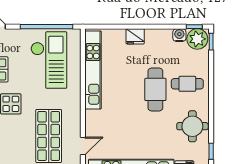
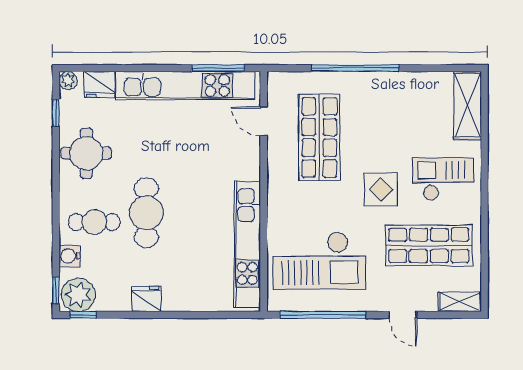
water cooler: (179, 35) -> (70, 256), moved, turned 90
fridge: (135, 36) -> (146, 299), moved
checkout: (49, 60) -> (319, 261), turned -90
door: (83, 146) -> (264, 121), hinge flipped

